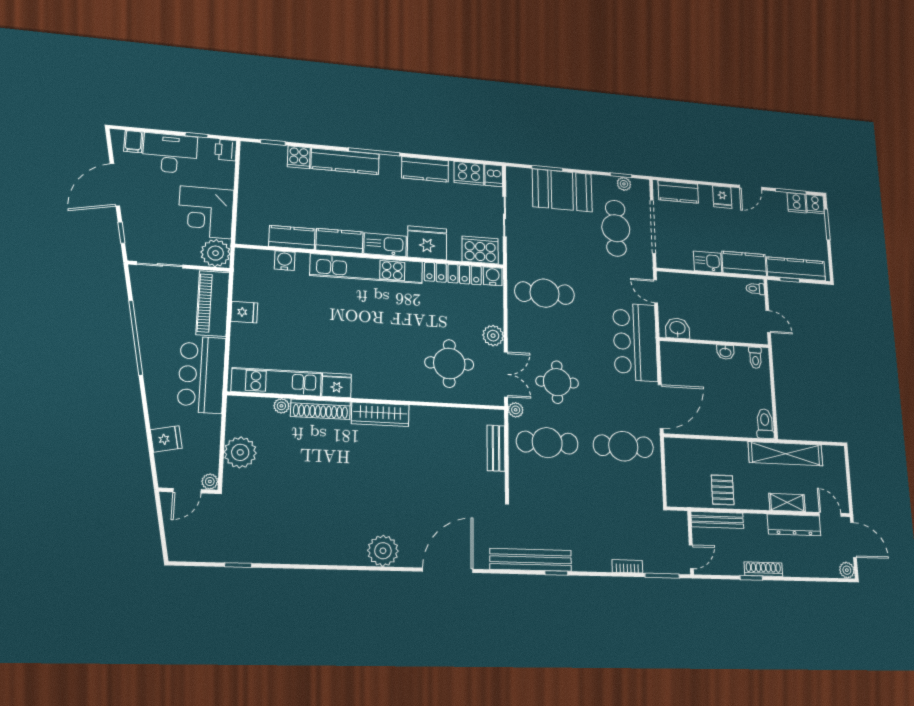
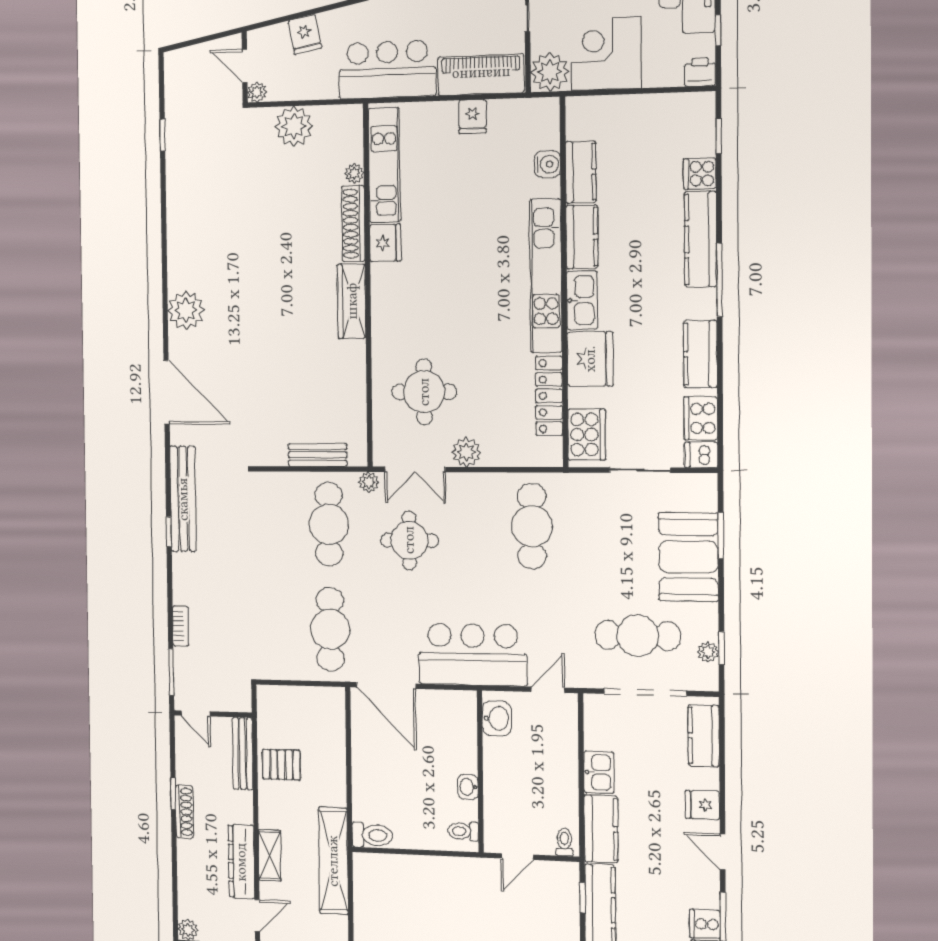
water cooler: (493, 276) -> (550, 452), removed

